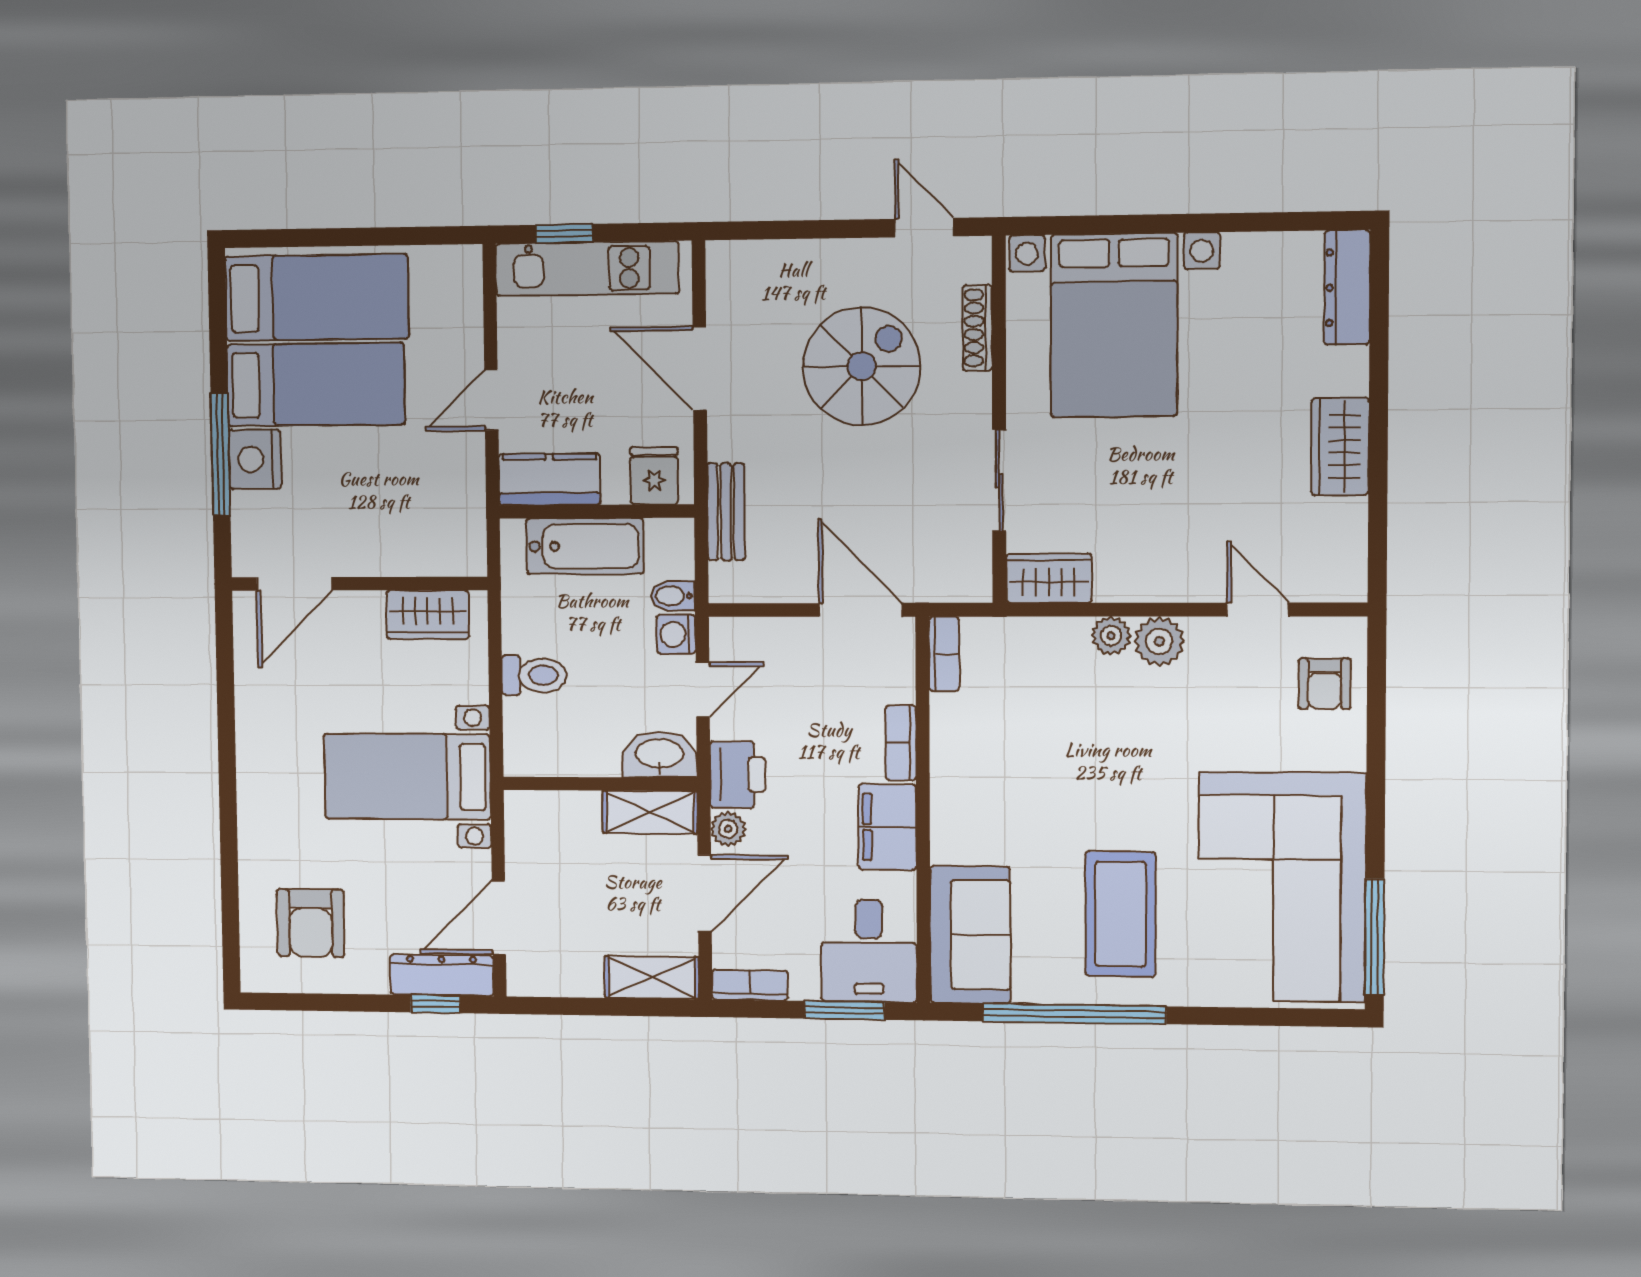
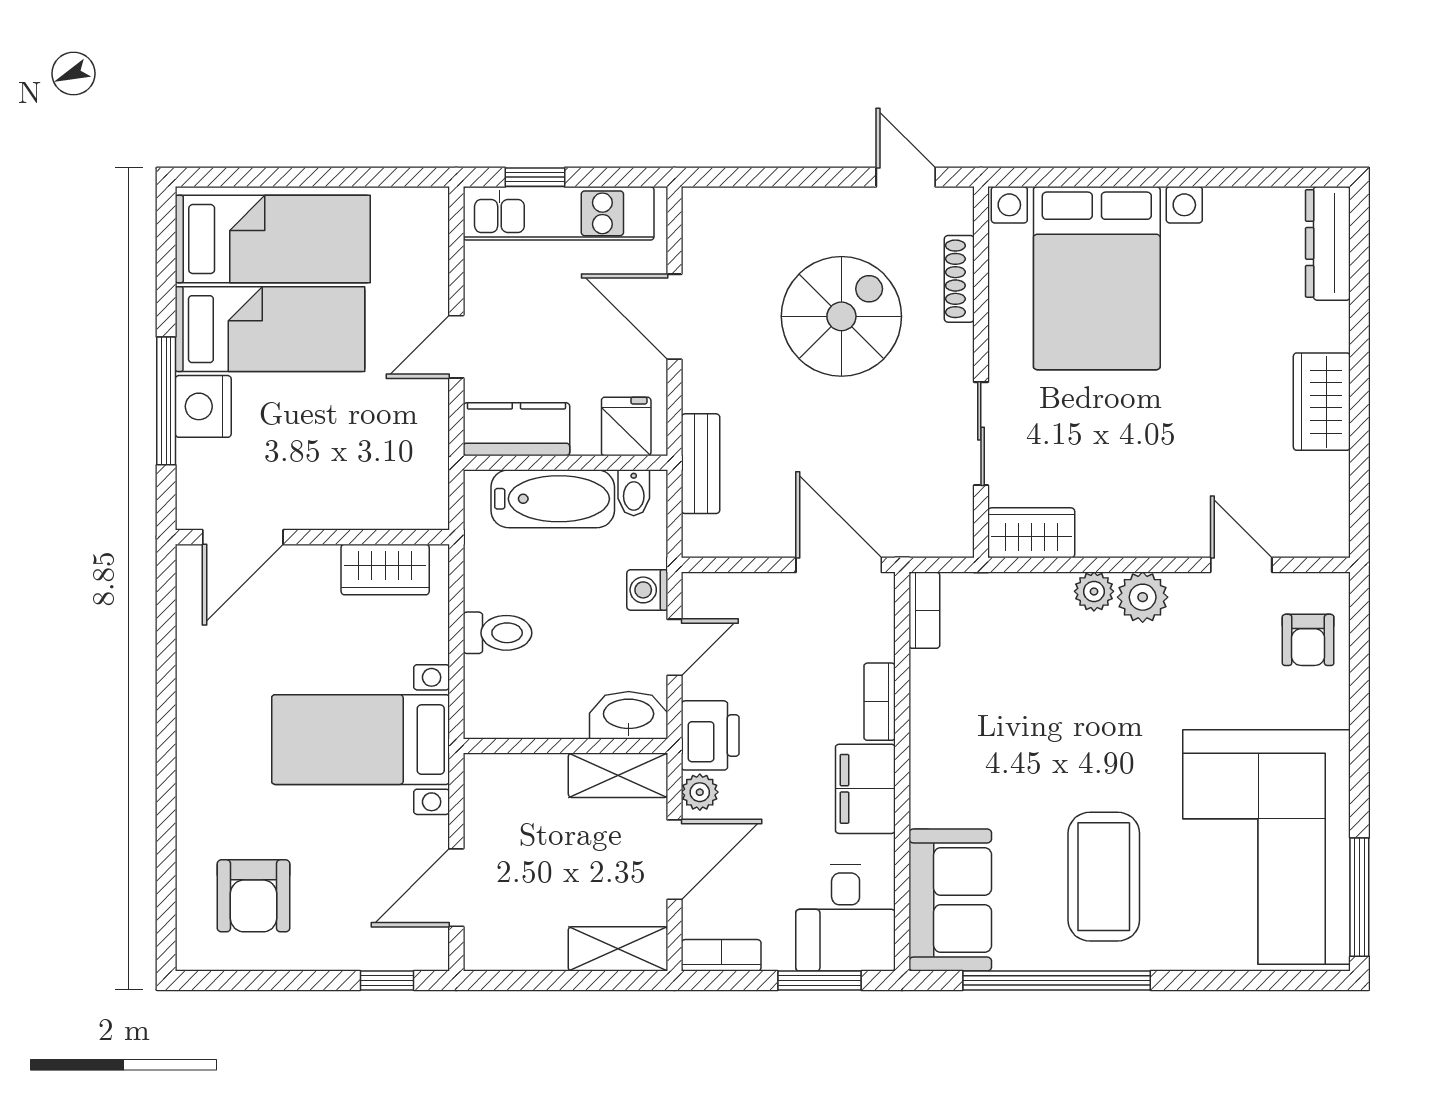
bidet: (673, 596) -> (634, 493), moved, turned -90
dresser: (442, 975) -> (394, 950), removed

